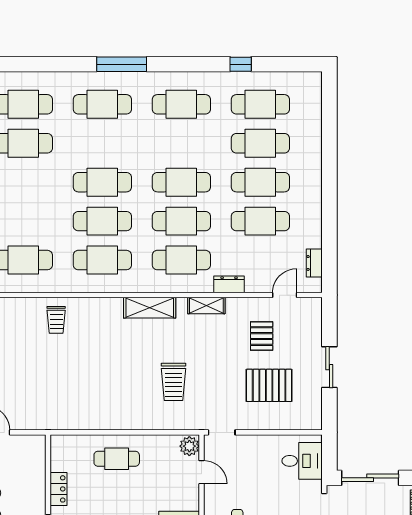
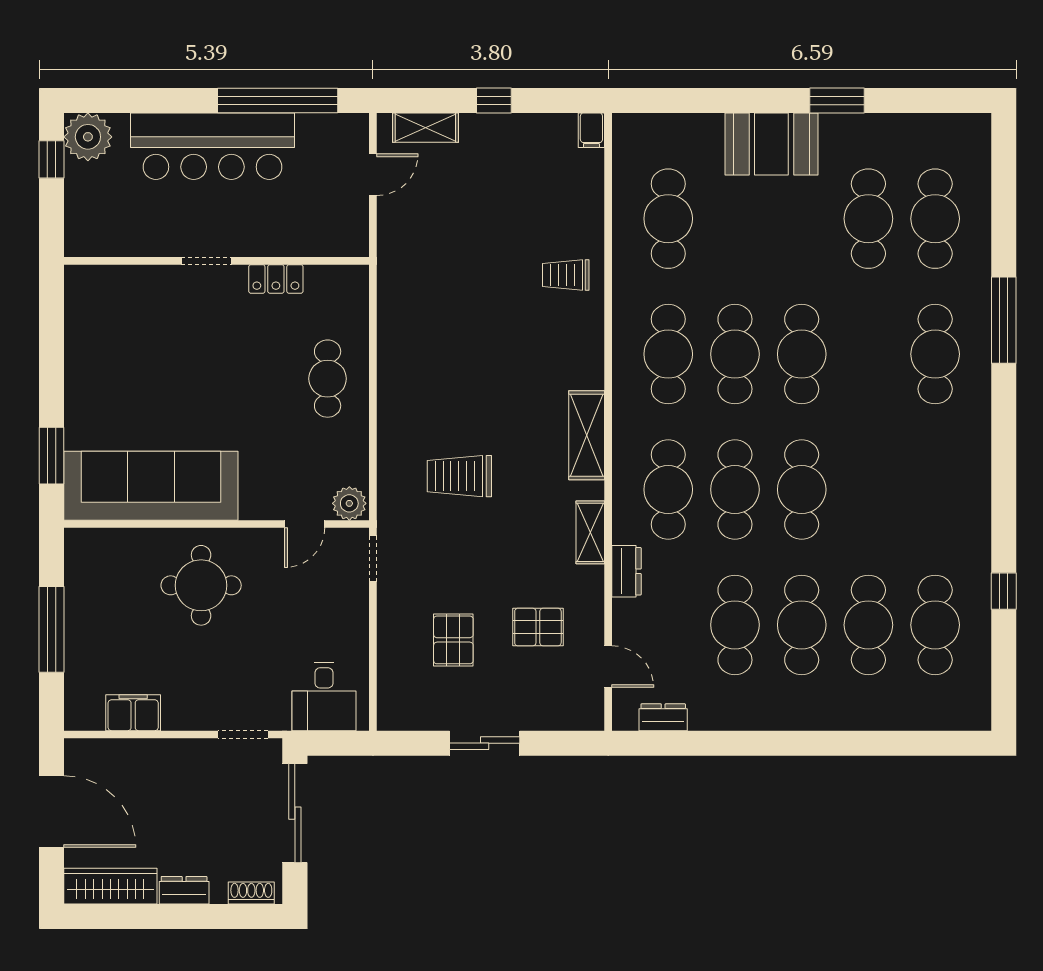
window: (122, 64) -> (1004, 320), moved
cafe table: (181, 104) -> (935, 490), removed
pallet: (269, 385) -> (453, 640), width x0.67, depth x0.71

